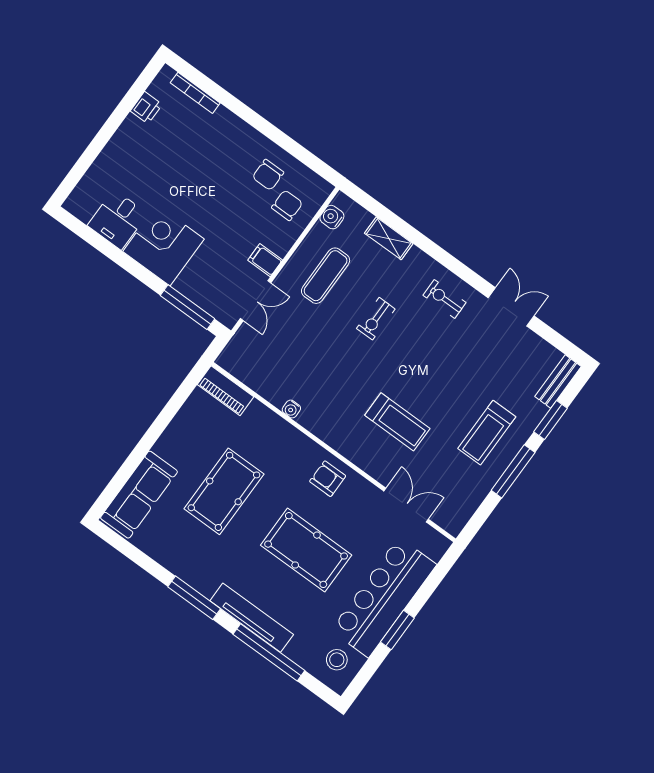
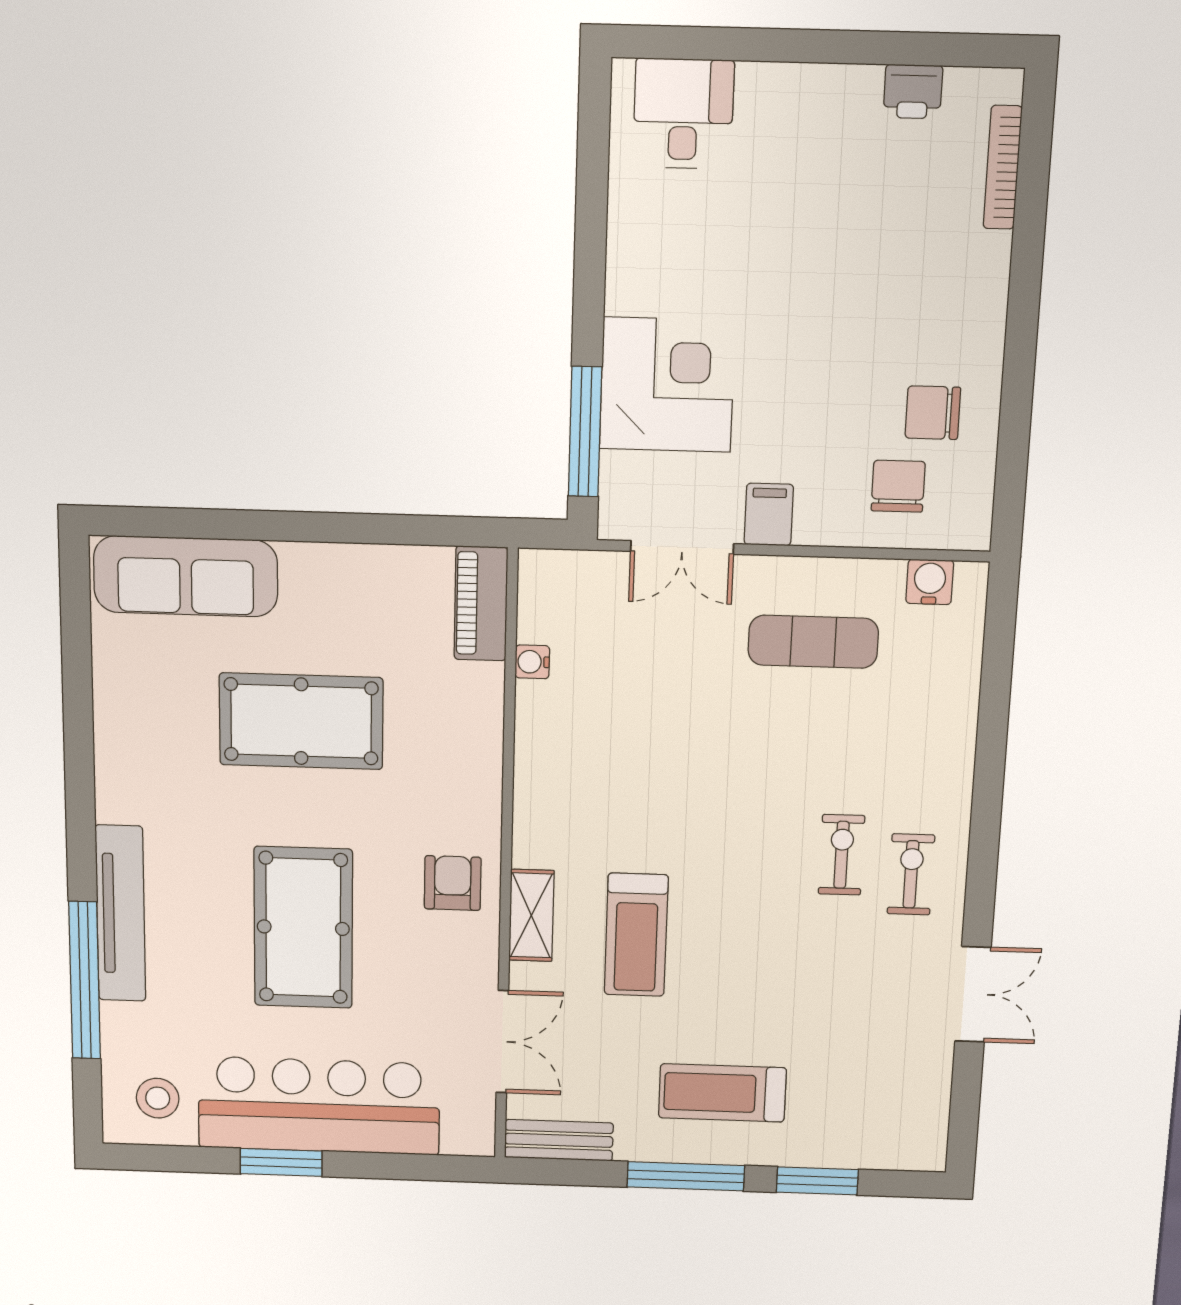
chair: (287, 205) -> (898, 486), turned -90
desk: (118, 220) -> (683, 114), moved, turned 90
shelving: (389, 238) -> (531, 915), moved
corner desk: (164, 245) -> (667, 385), moved
exercise bike: (376, 319) -> (842, 855), moved, turned 90
bench: (558, 382) -> (559, 1140), moved
water cooler: (291, 409) -> (532, 662), moved
window: (194, 598) -> (80, 794), removed

